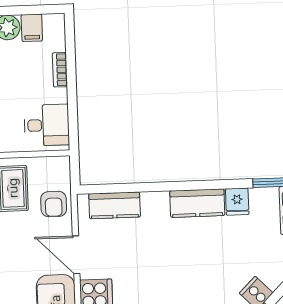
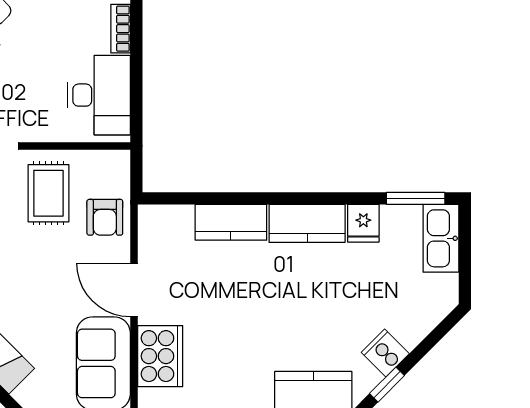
desk: (47, 125) -> (99, 95), width x1.37
kitchen counter: (115, 205) -> (231, 222), moved

